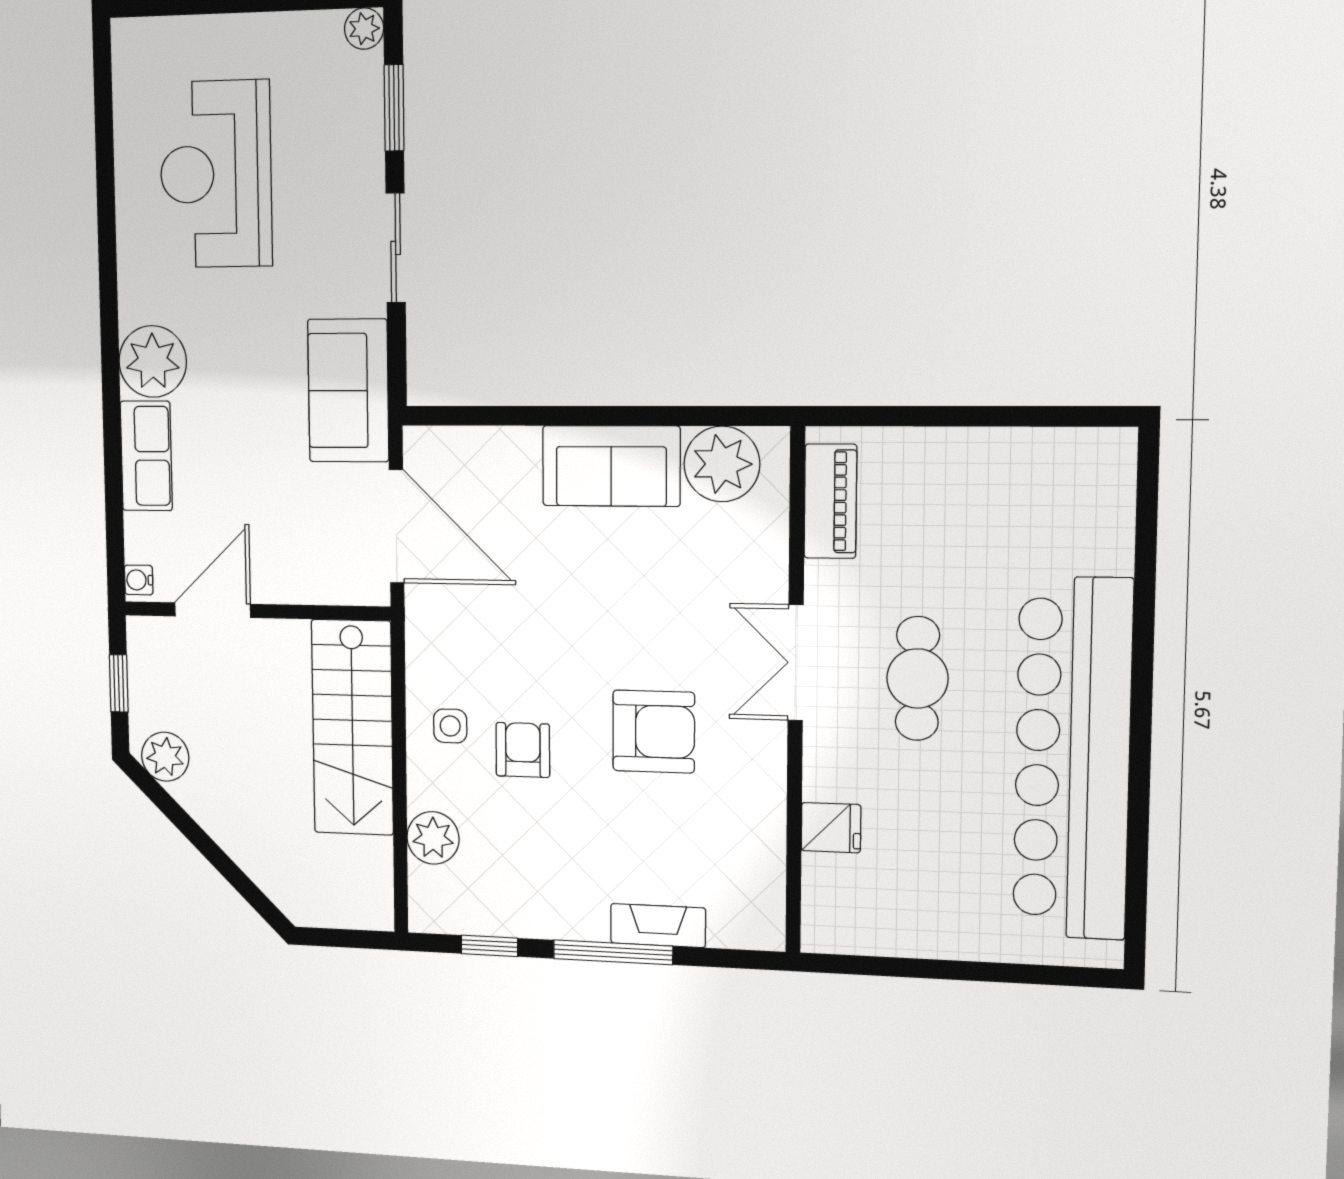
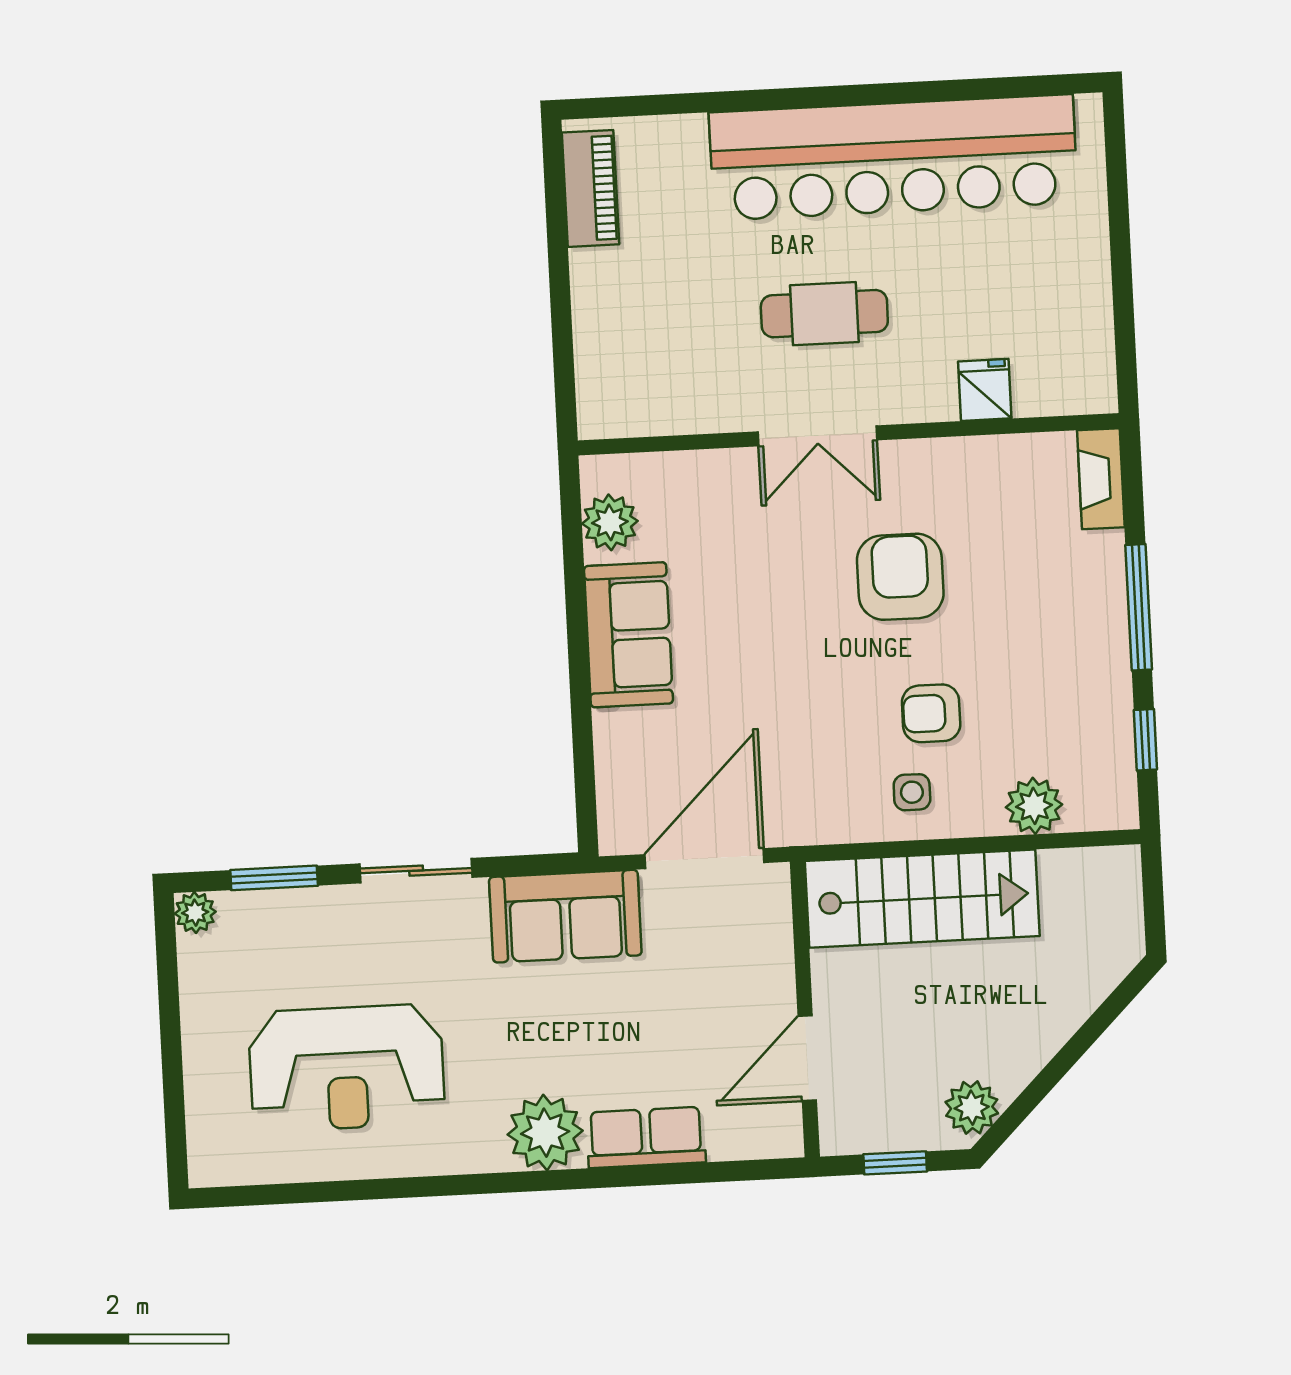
plant: (722, 464) -> (610, 522), width x0.73, depth x0.73
piano: (830, 501) -> (591, 188), moved, turned 90
water cooler: (139, 580) -> (780, 1143), removed
door: (213, 610) -> (807, 1058), hinge flipped
fireplace: (658, 926) -> (1101, 479), moved

